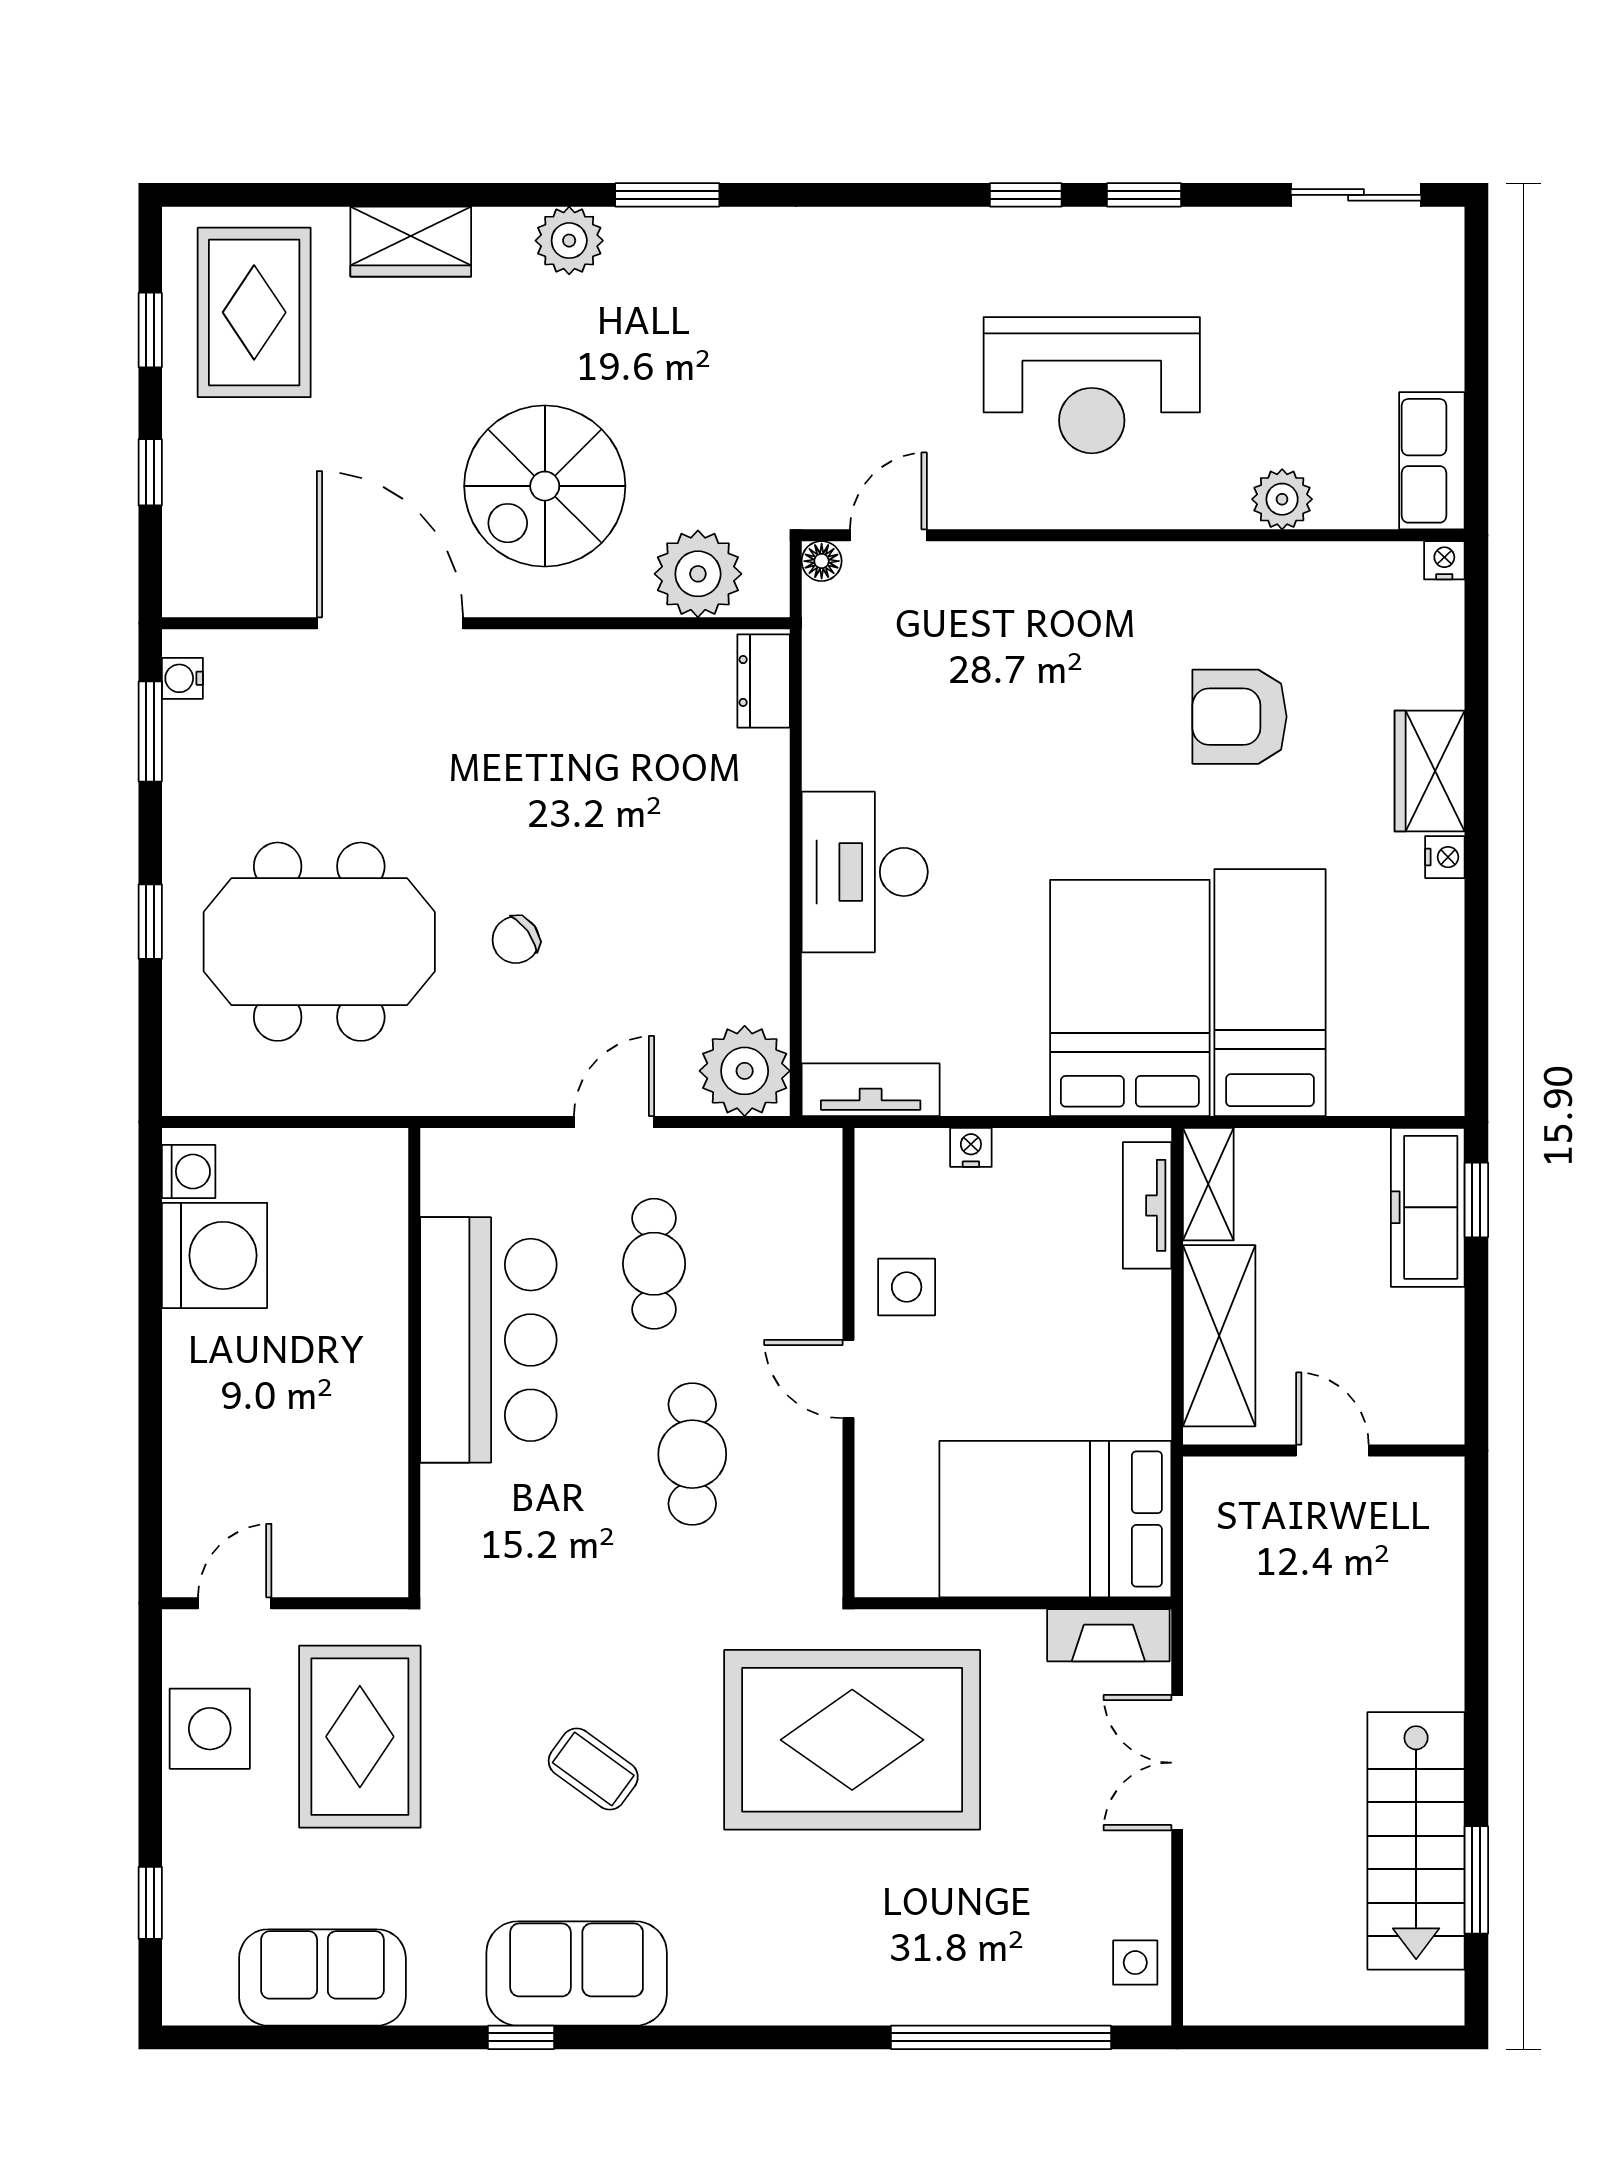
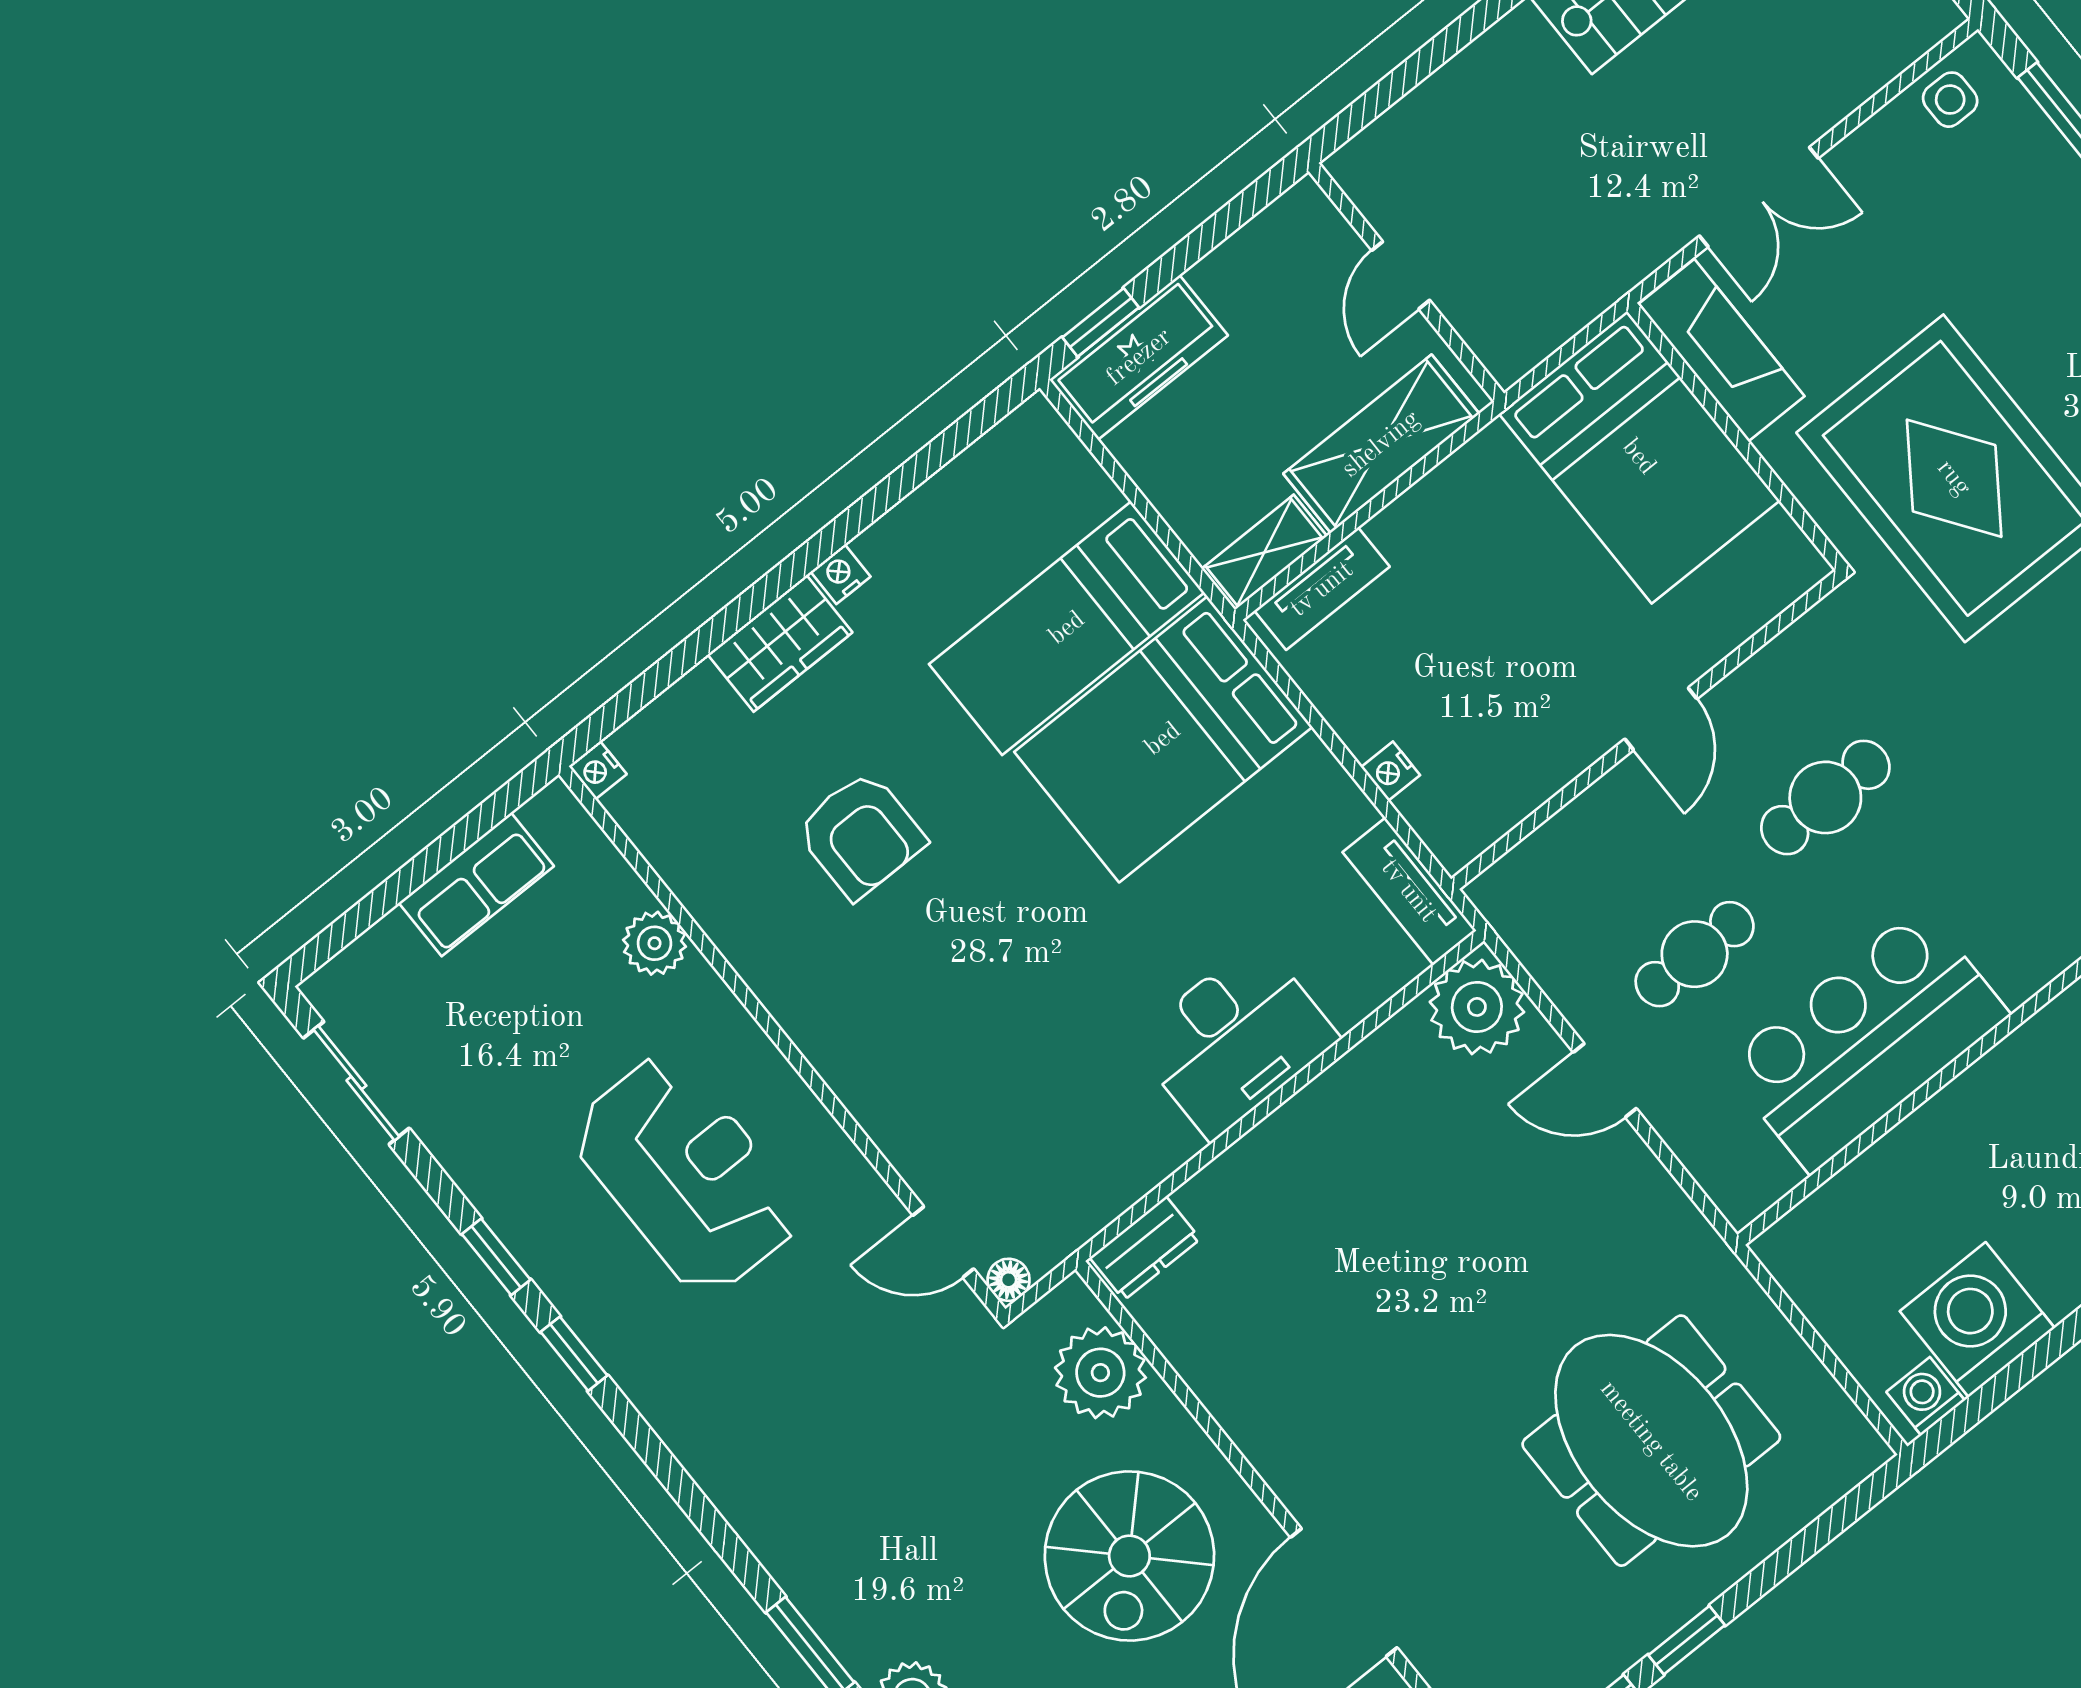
row of seats: (1432, 461) -> (476, 884), moved
spiral stairs: (545, 486) -> (1129, 1556), turned 90
window: (150, 922) -> (1687, 1640), moved
chair: (516, 940) -> (1520, 1281), removed
side table: (907, 1287) -> (1547, 732), removed
fireplace: (1108, 1635) -> (1721, 350), width x1.37, depth x1.32

